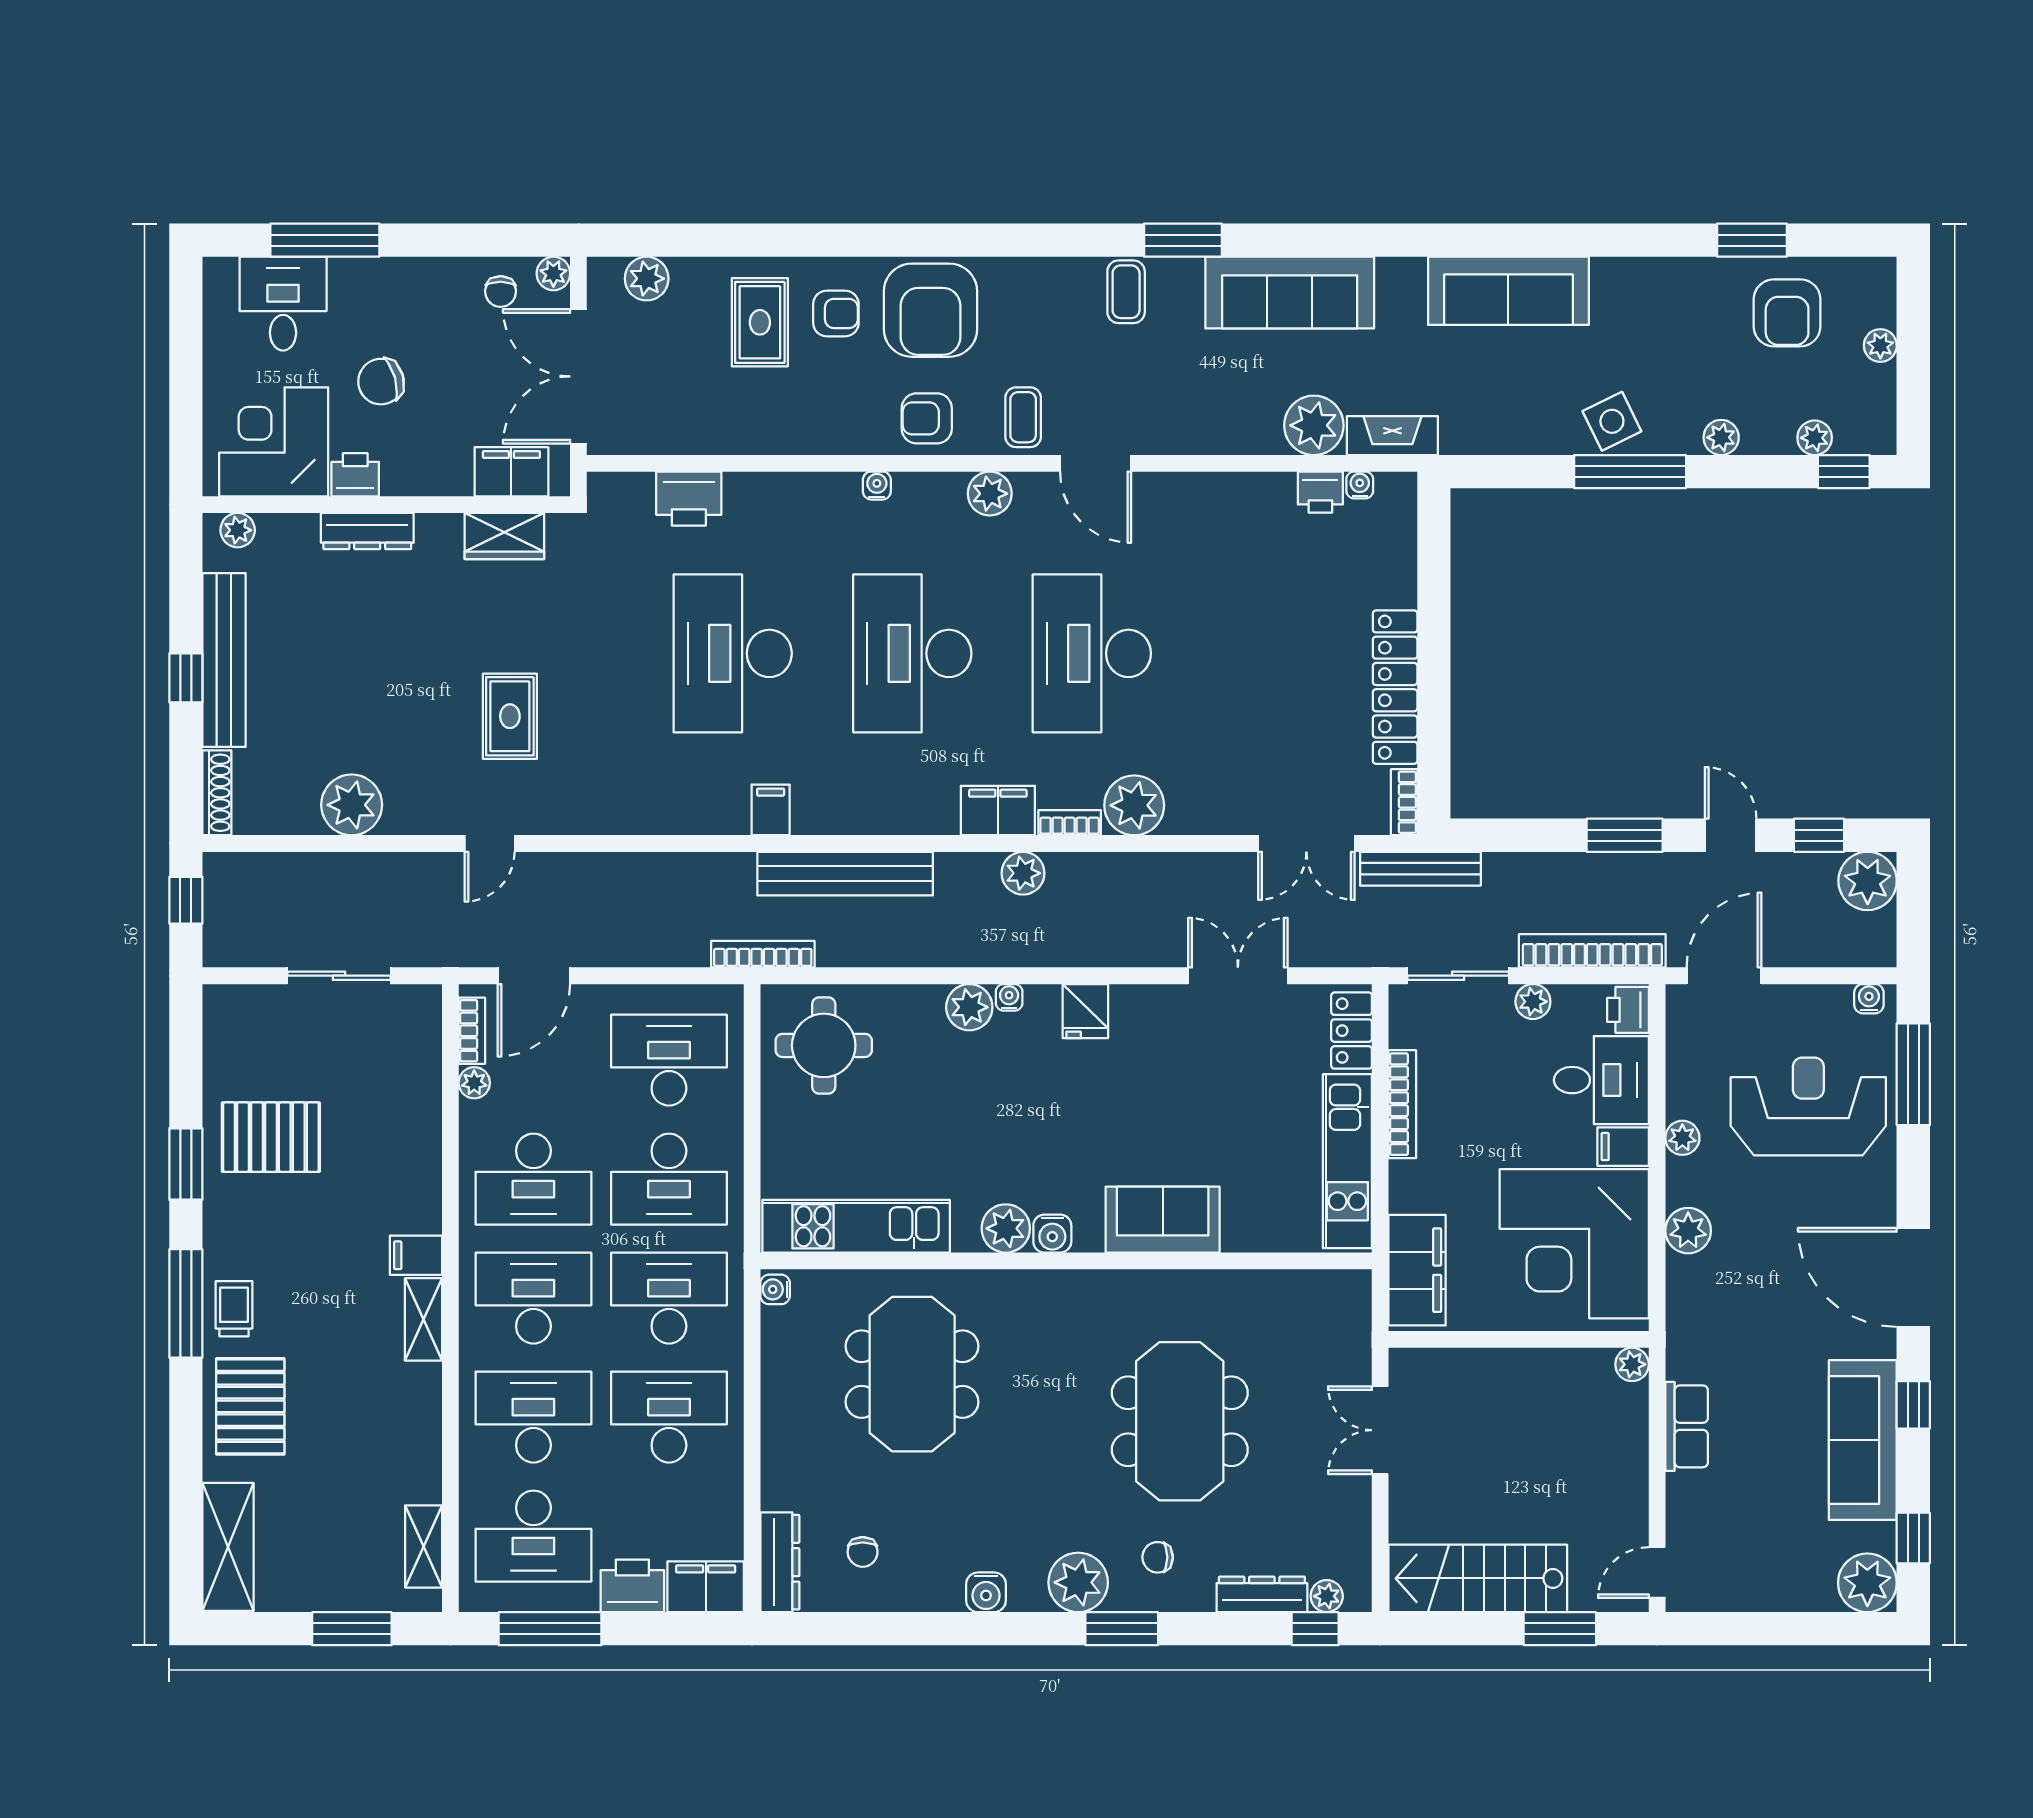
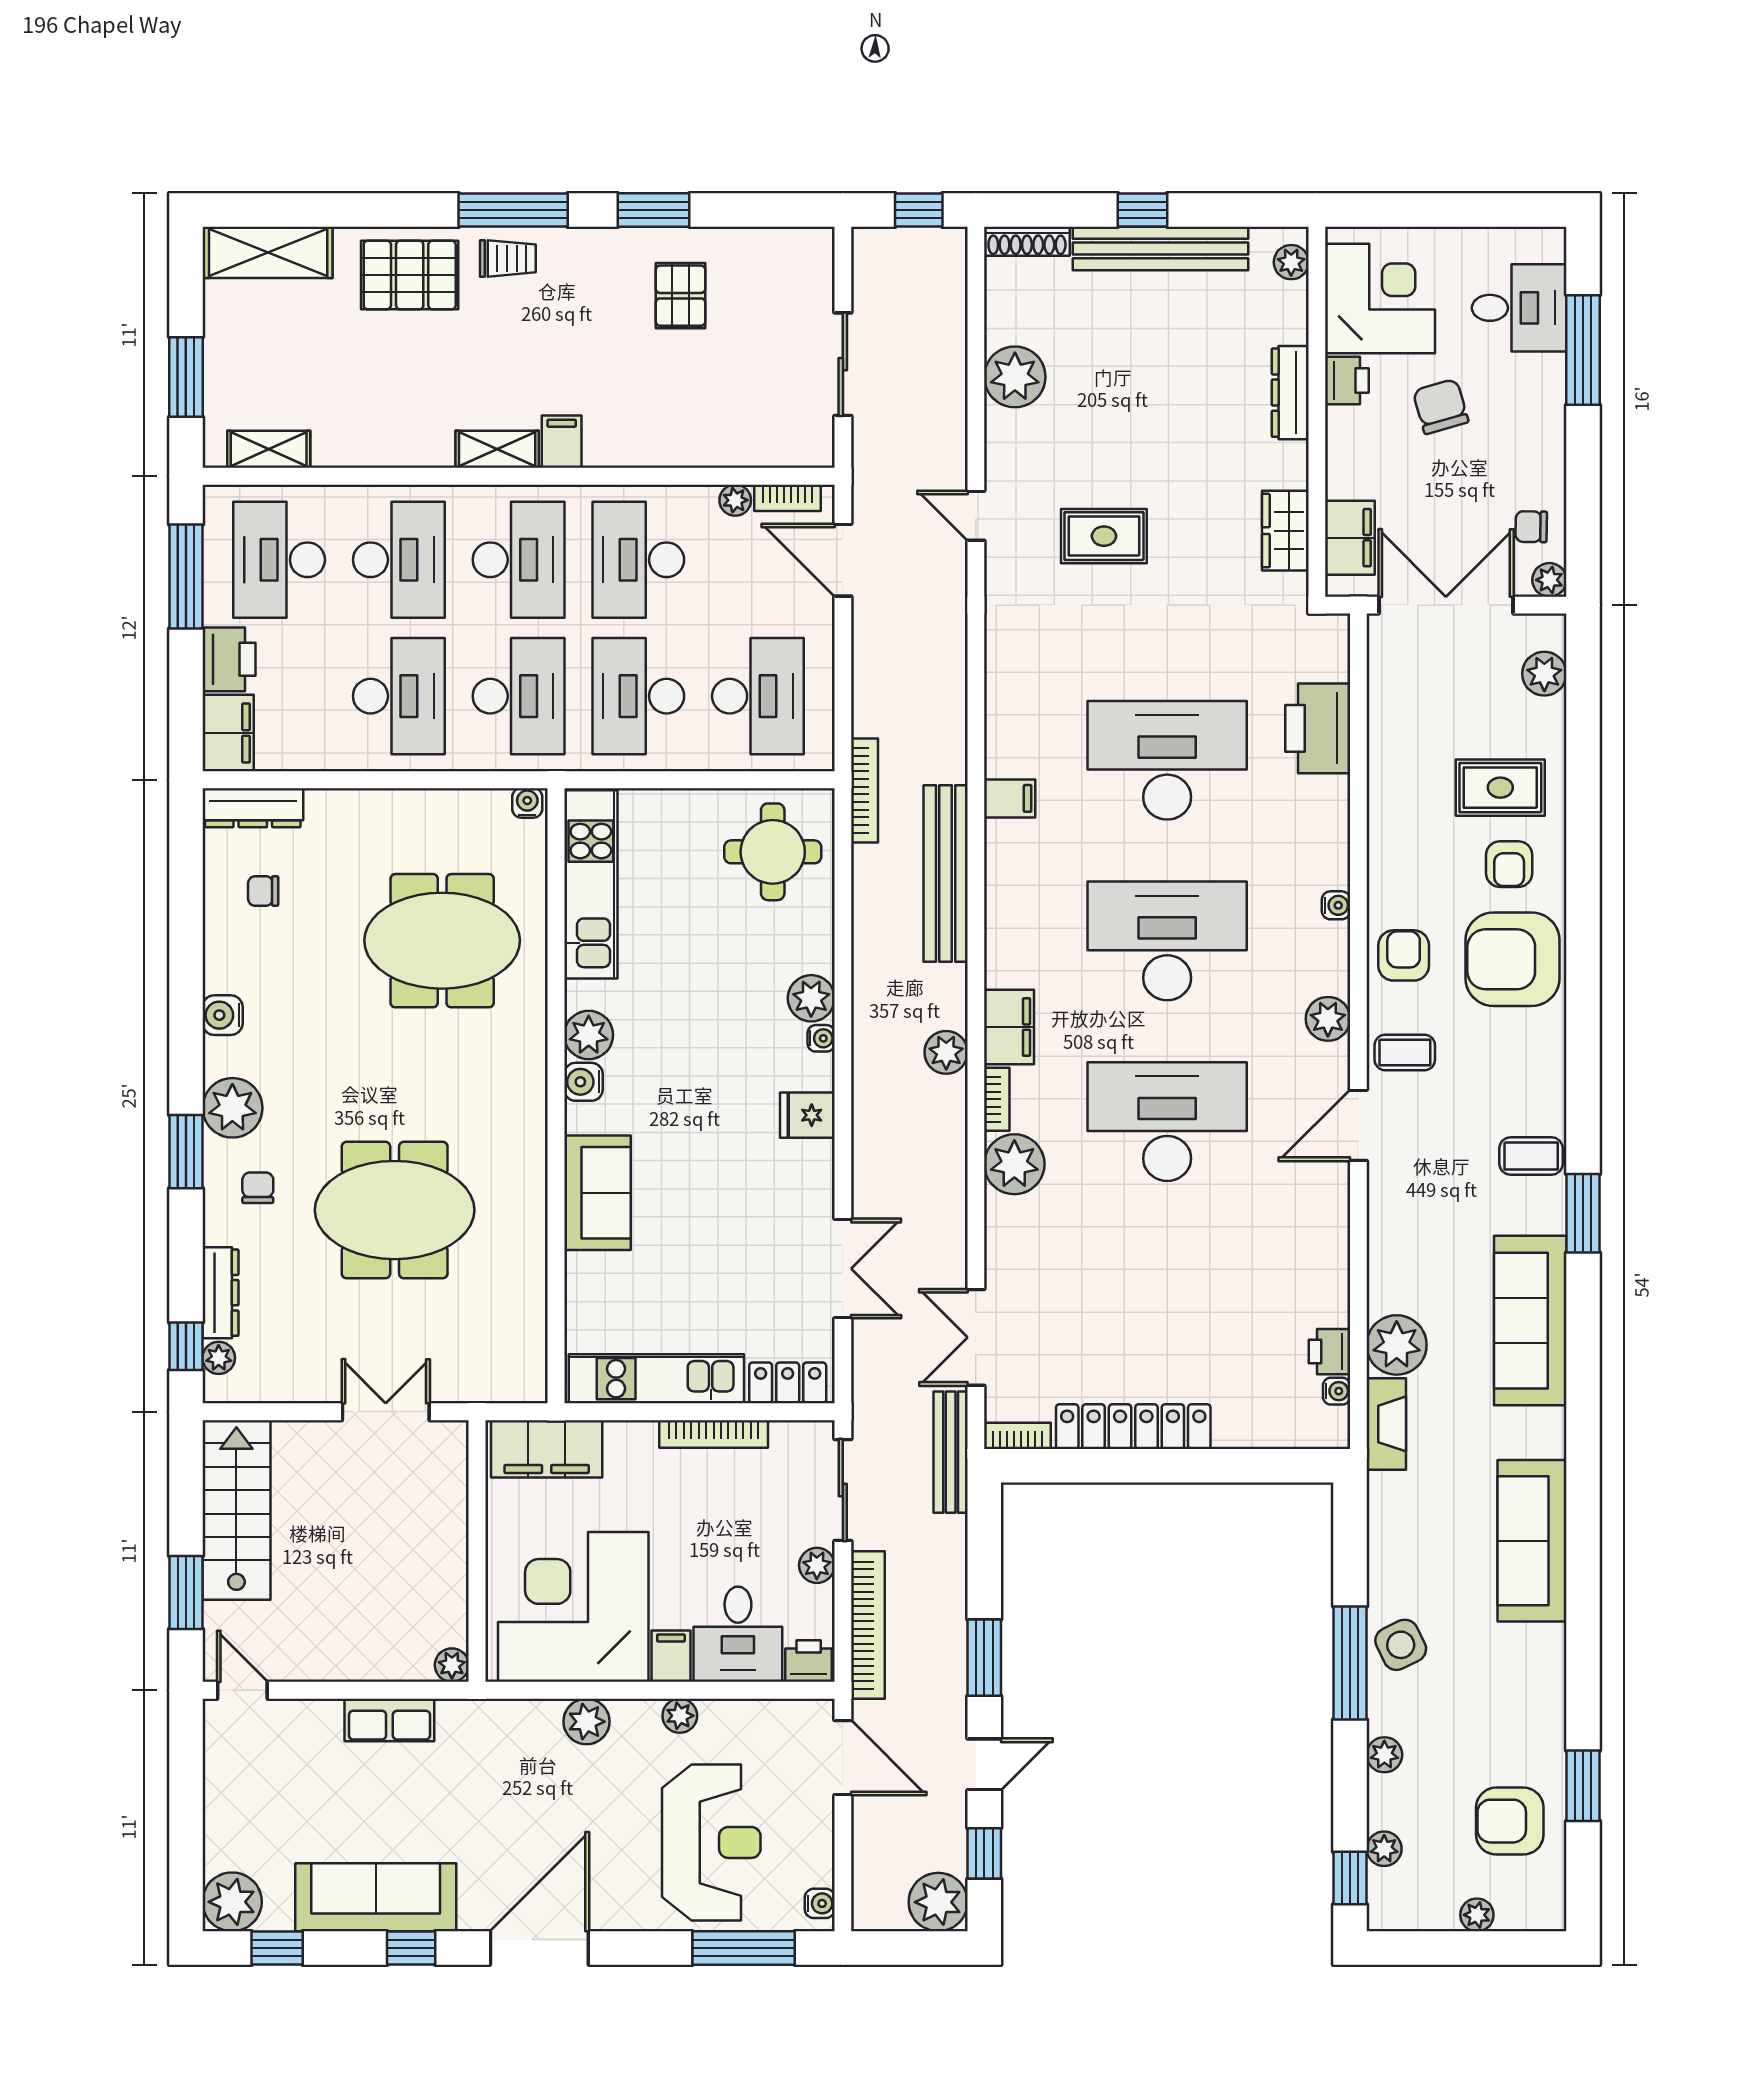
printer: (689, 499) -> (1318, 728), width x1.37, depth x1.19
pallet: (271, 1137) -> (680, 296), width x0.67, depth x0.71

